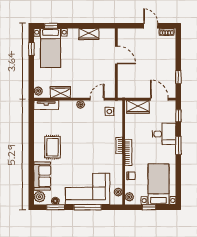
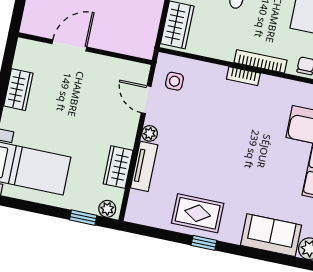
window: (31, 49) -> (83, 218), moved
tv unit: (46, 105) -> (144, 166), moved
window: (31, 143) -> (204, 243), added
rug: (53, 147) -> (198, 213), moved

